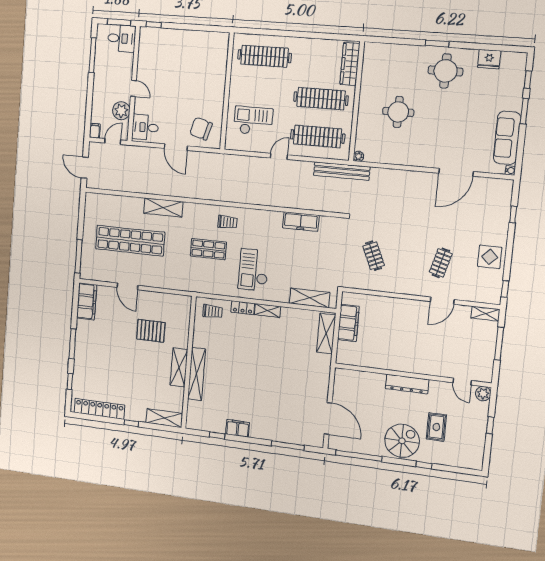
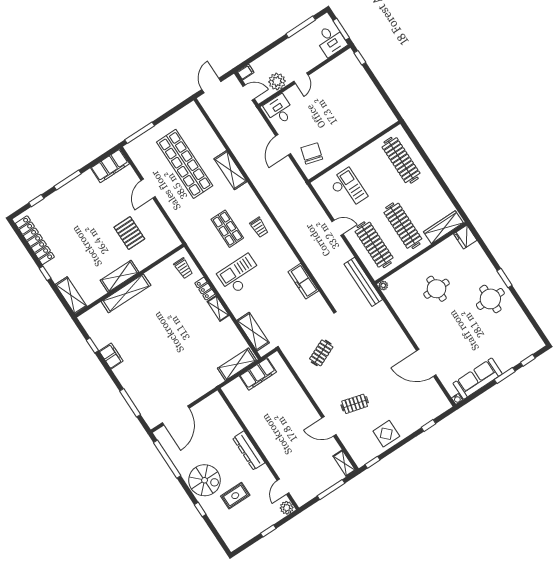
fridge: (489, 59) -> (465, 237), moved

